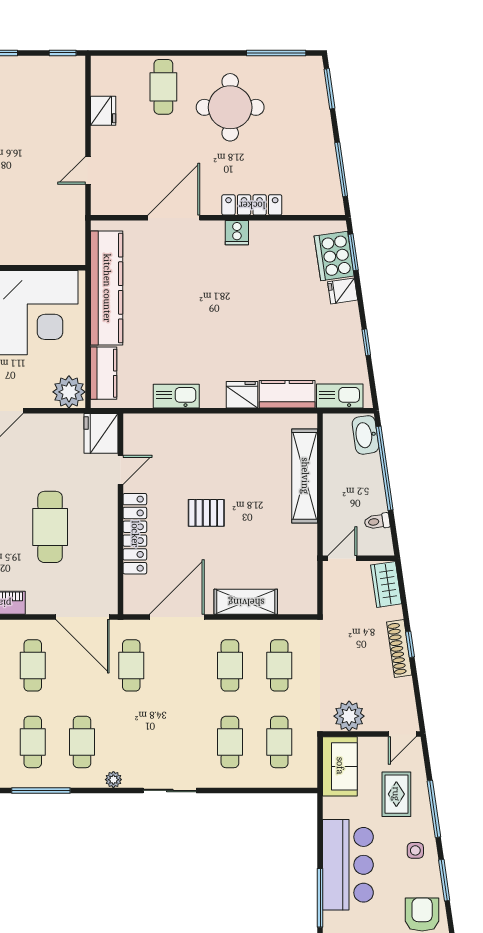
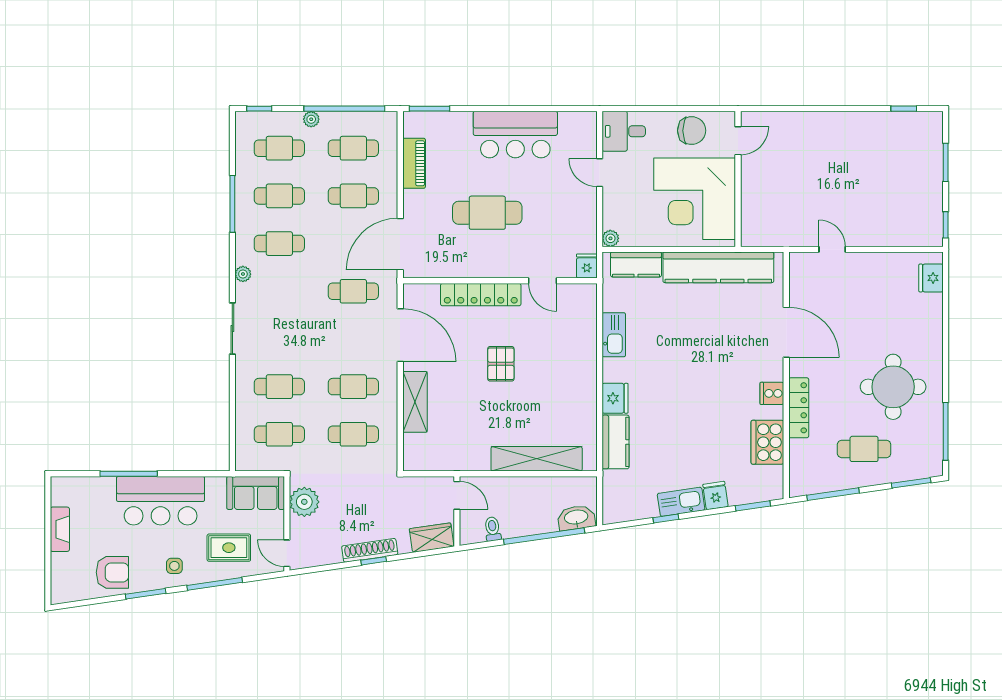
cafe table: (163, 87) -> (864, 449), moved
fridge: (103, 111) -> (931, 278), moved, turned 90
cooker: (334, 256) -> (767, 442), moved, turned -82
plant: (69, 392) -> (610, 238), width x0.53, depth x0.53
kitchen sink: (340, 396) -> (681, 502), moved, turned -98
fridge: (101, 433) -> (587, 266), width x0.53, depth x0.75

